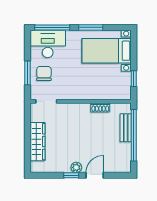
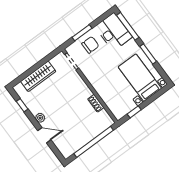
bench: (126, 128) -> (95, 132), removed
window: (71, 175) -> (22, 105), moved

